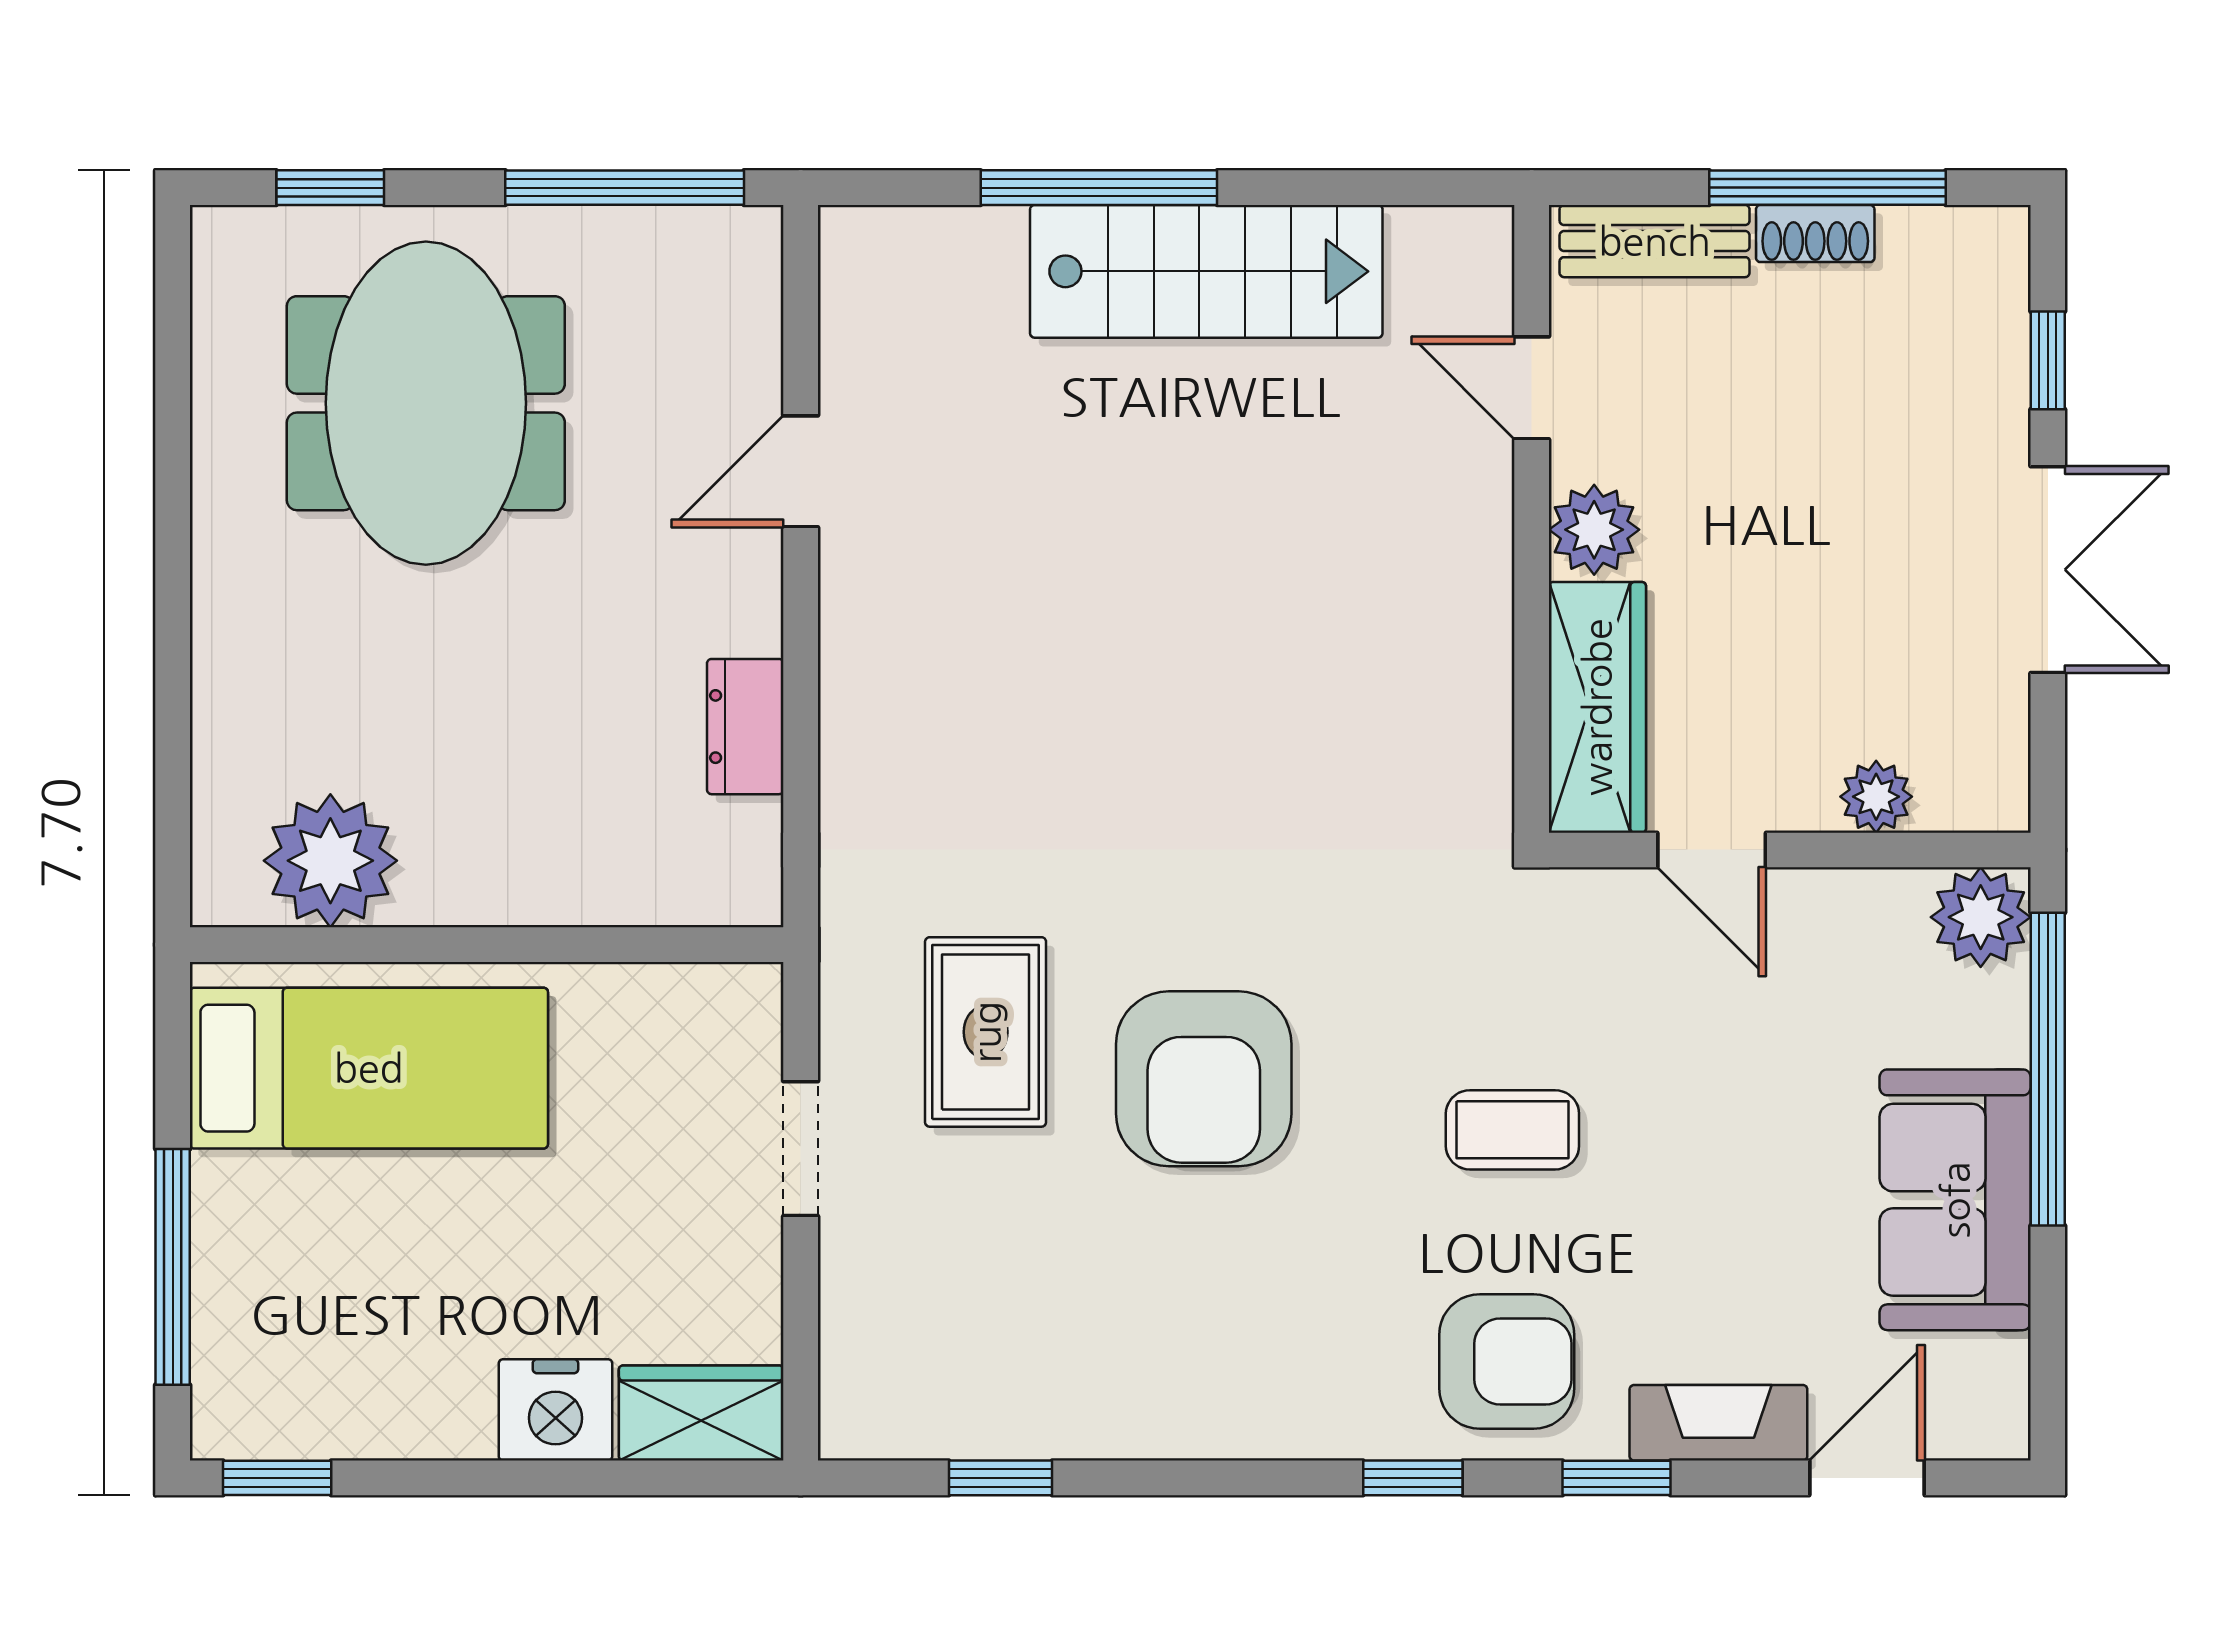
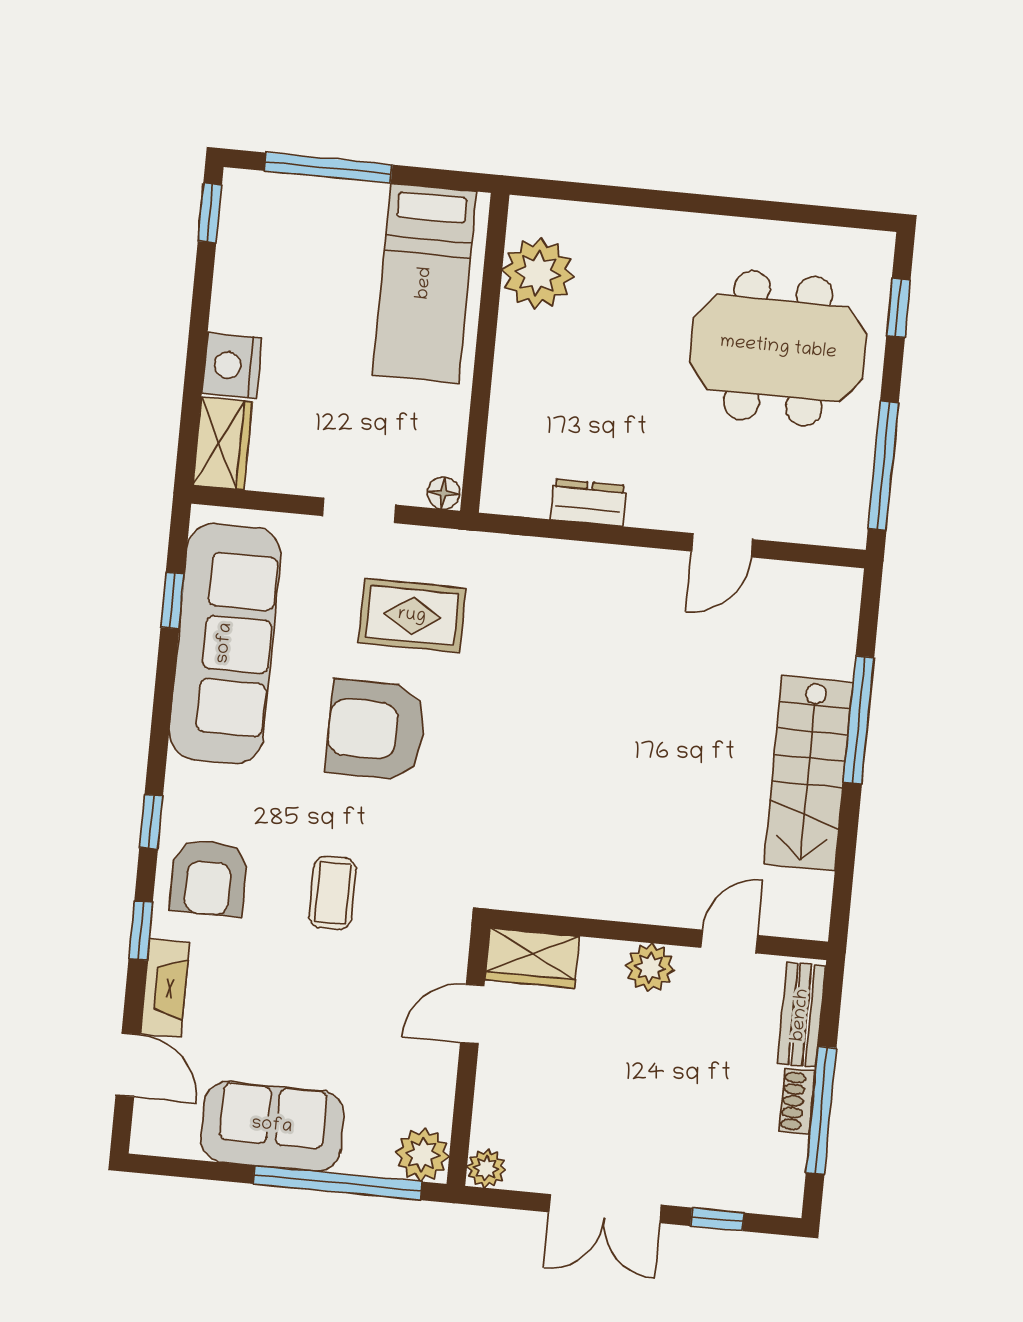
door: (801, 471) -> (722, 545), swing flipped
wardrobe: (1597, 707) -> (532, 958), width x0.67
plant: (1876, 797) -> (486, 1168), moved
floor lamp: (754, 996) -> (443, 493), added
sofa: (1070, 1373) -> (225, 643), added

